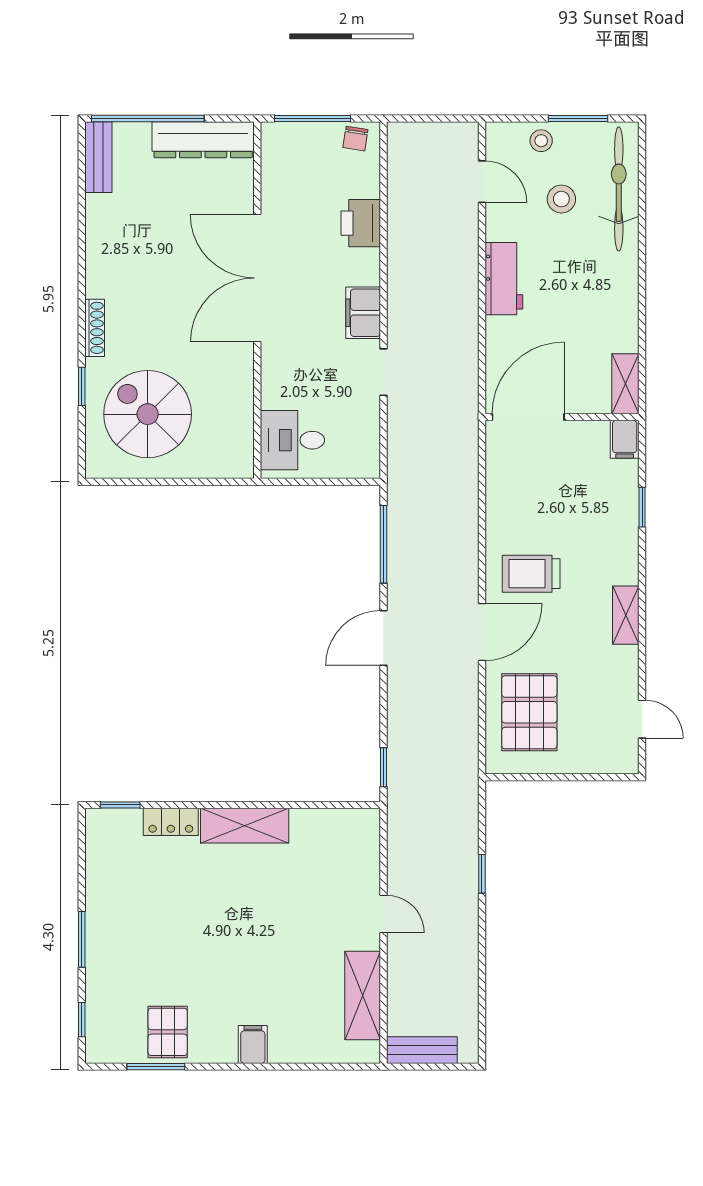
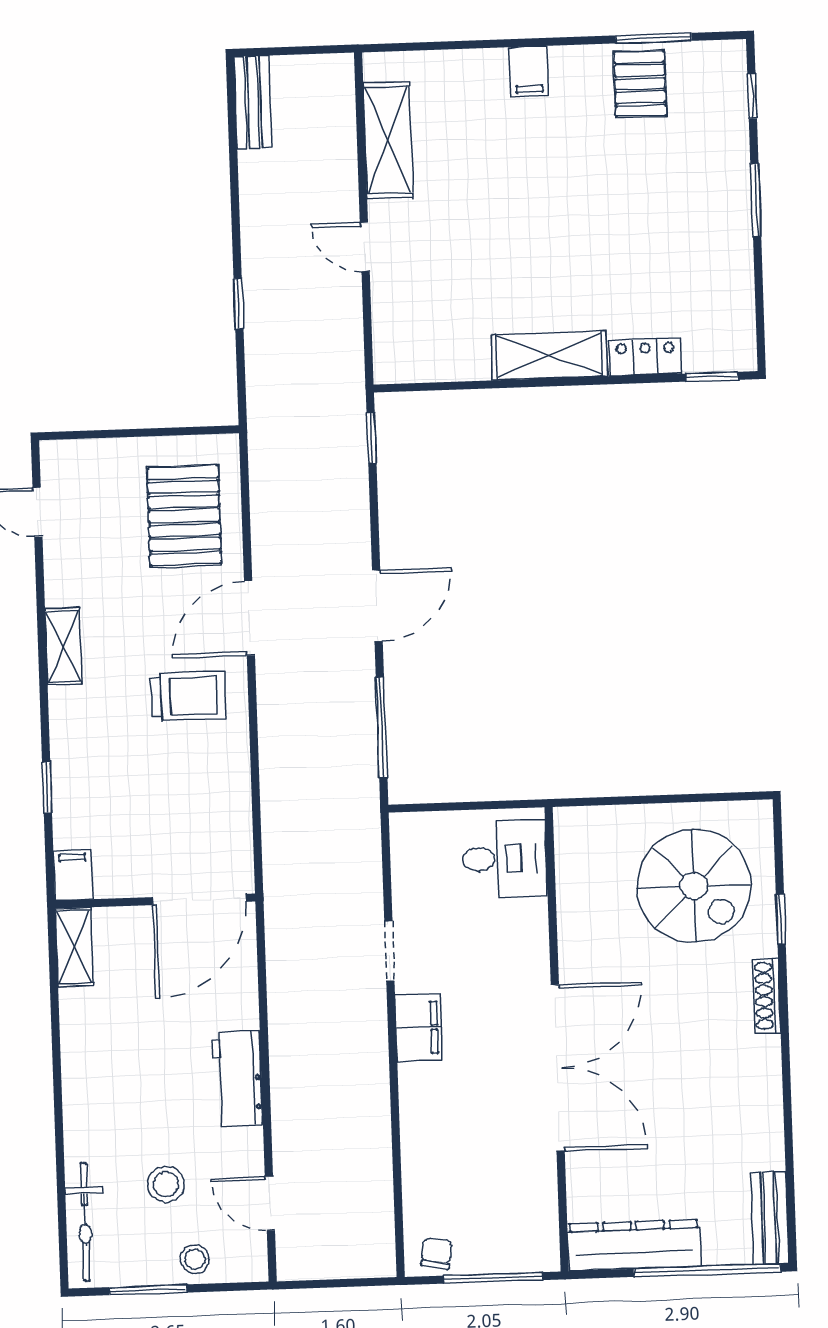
bicycle: (619, 189) -> (85, 1222), width x0.73, depth x0.71
printer: (361, 223) -> (426, 1144), removed
bench: (422, 1050) -> (253, 102), moved, turned 90

